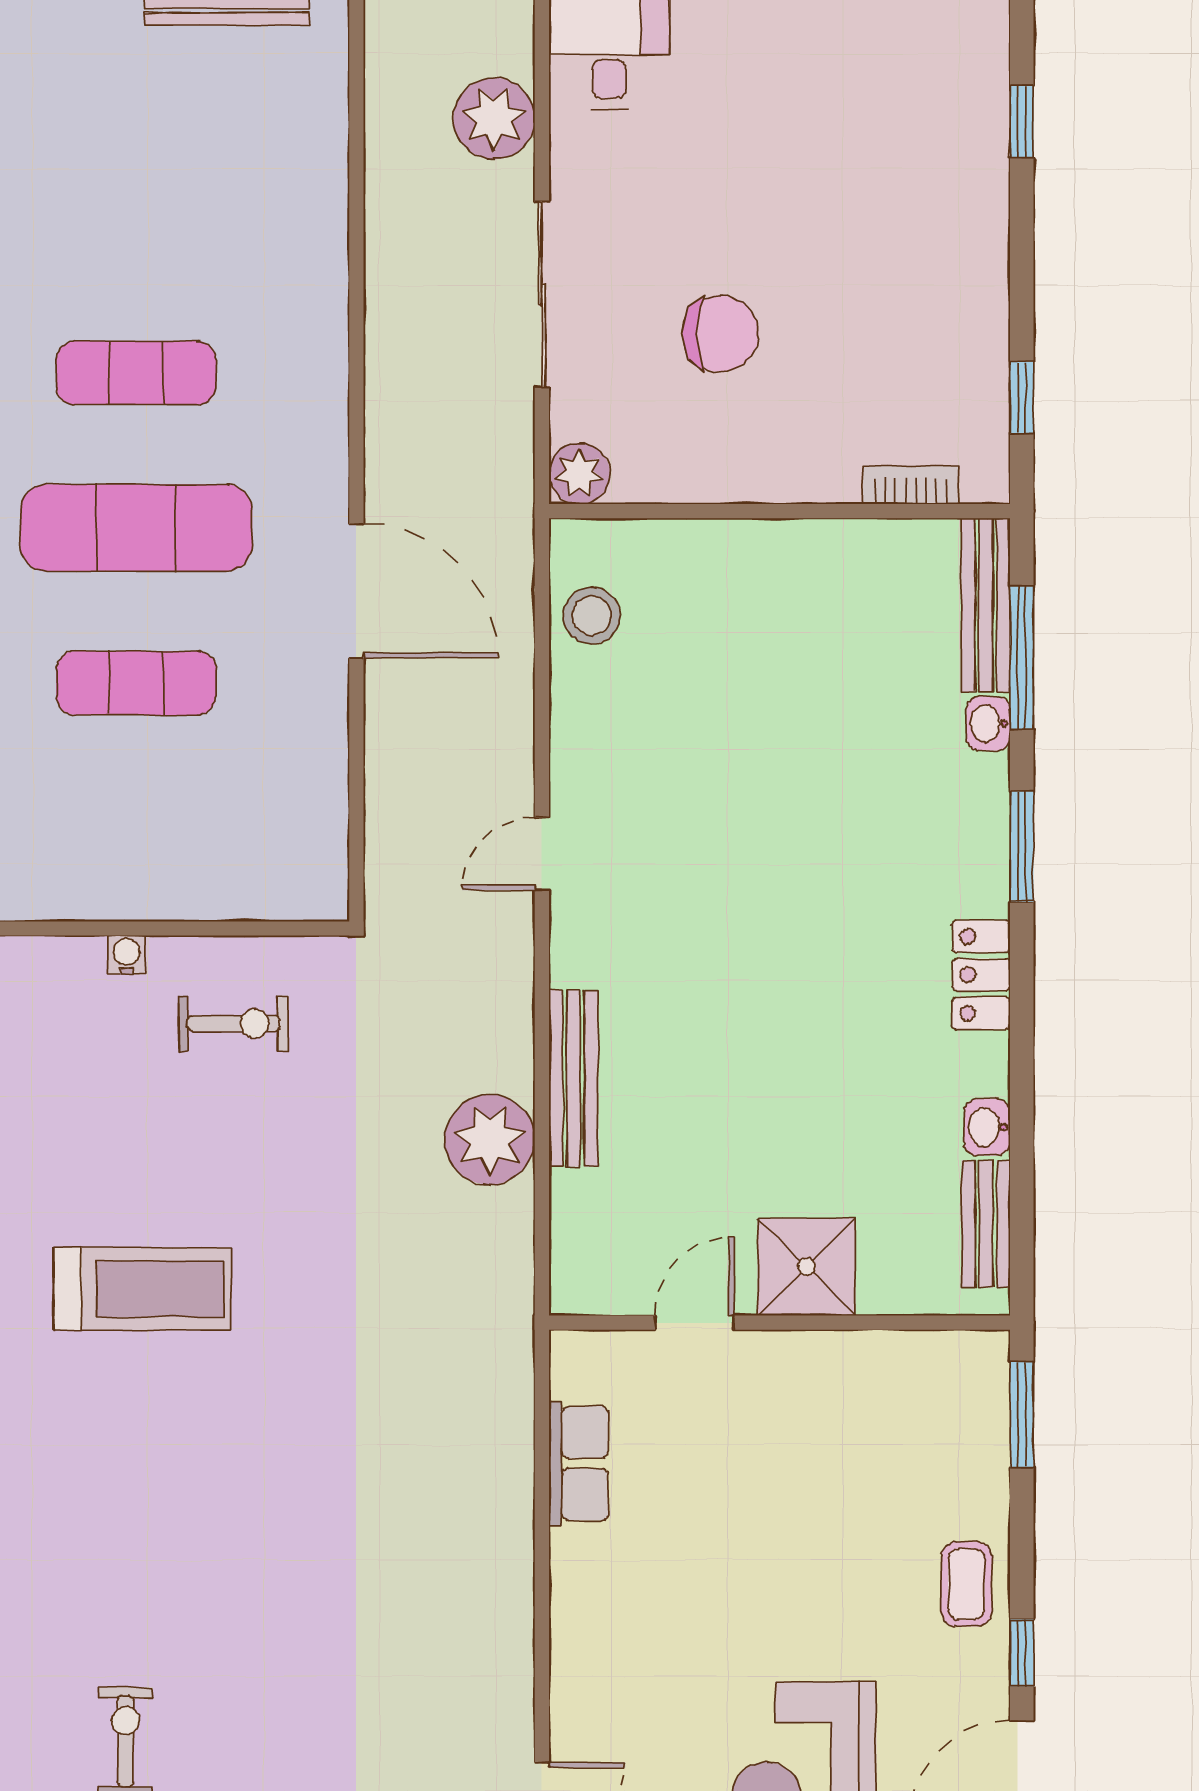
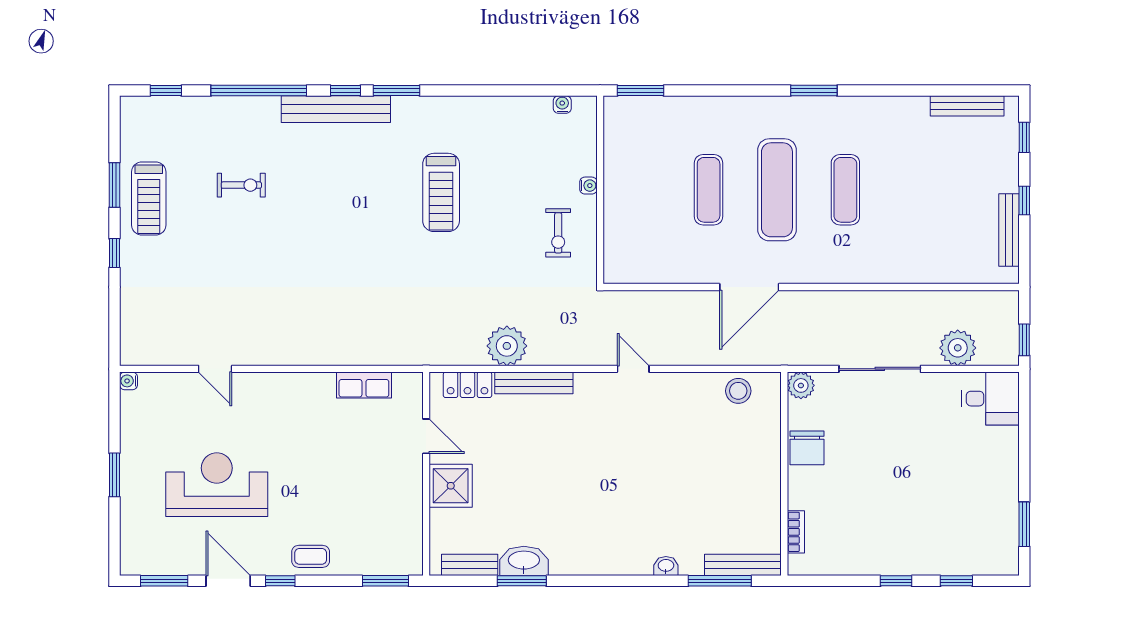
chair: (720, 334) -> (807, 448), moved
window: (1022, 397) -> (896, 581), moved
washbasin: (988, 724) -> (666, 566), moved
window: (1022, 846) -> (522, 581), moved
locker: (981, 975) -> (468, 385), moved, turned 180
washbasin: (987, 1127) -> (524, 561), width x1.91, depth x1.45

